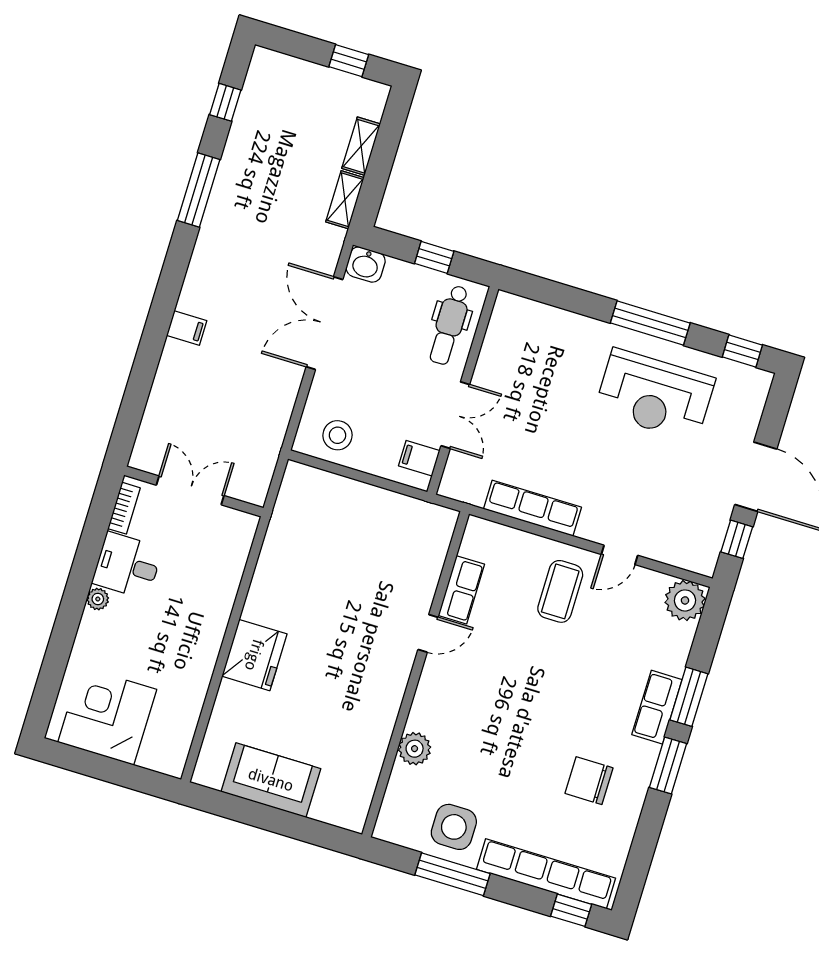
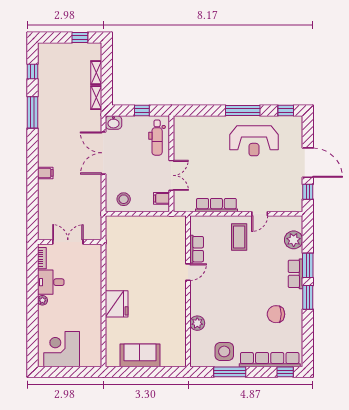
plant: (685, 600) -> (294, 240), moved

